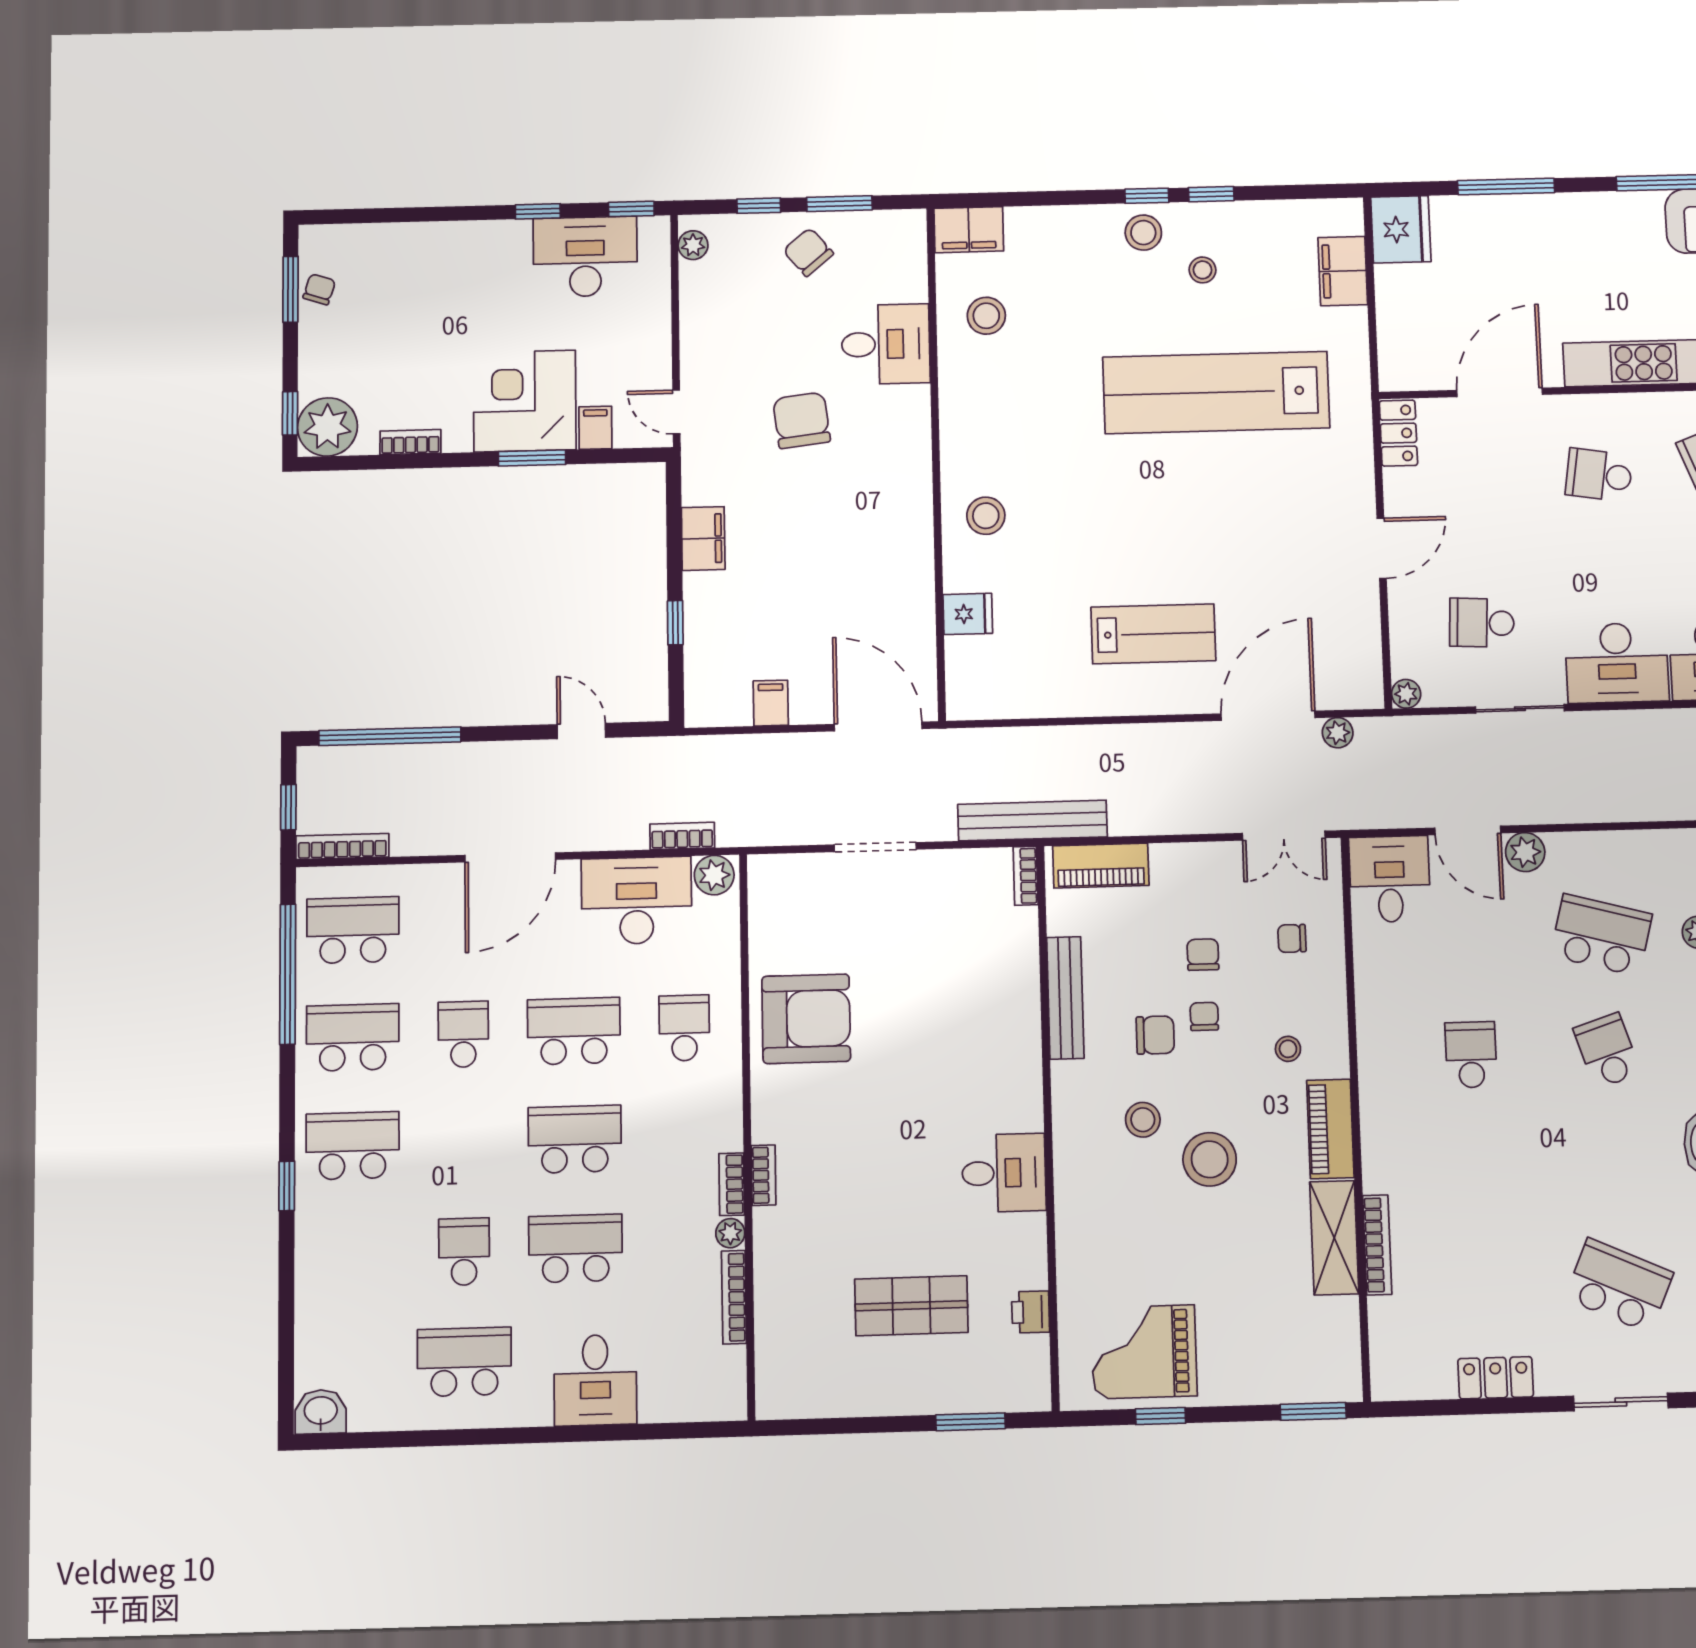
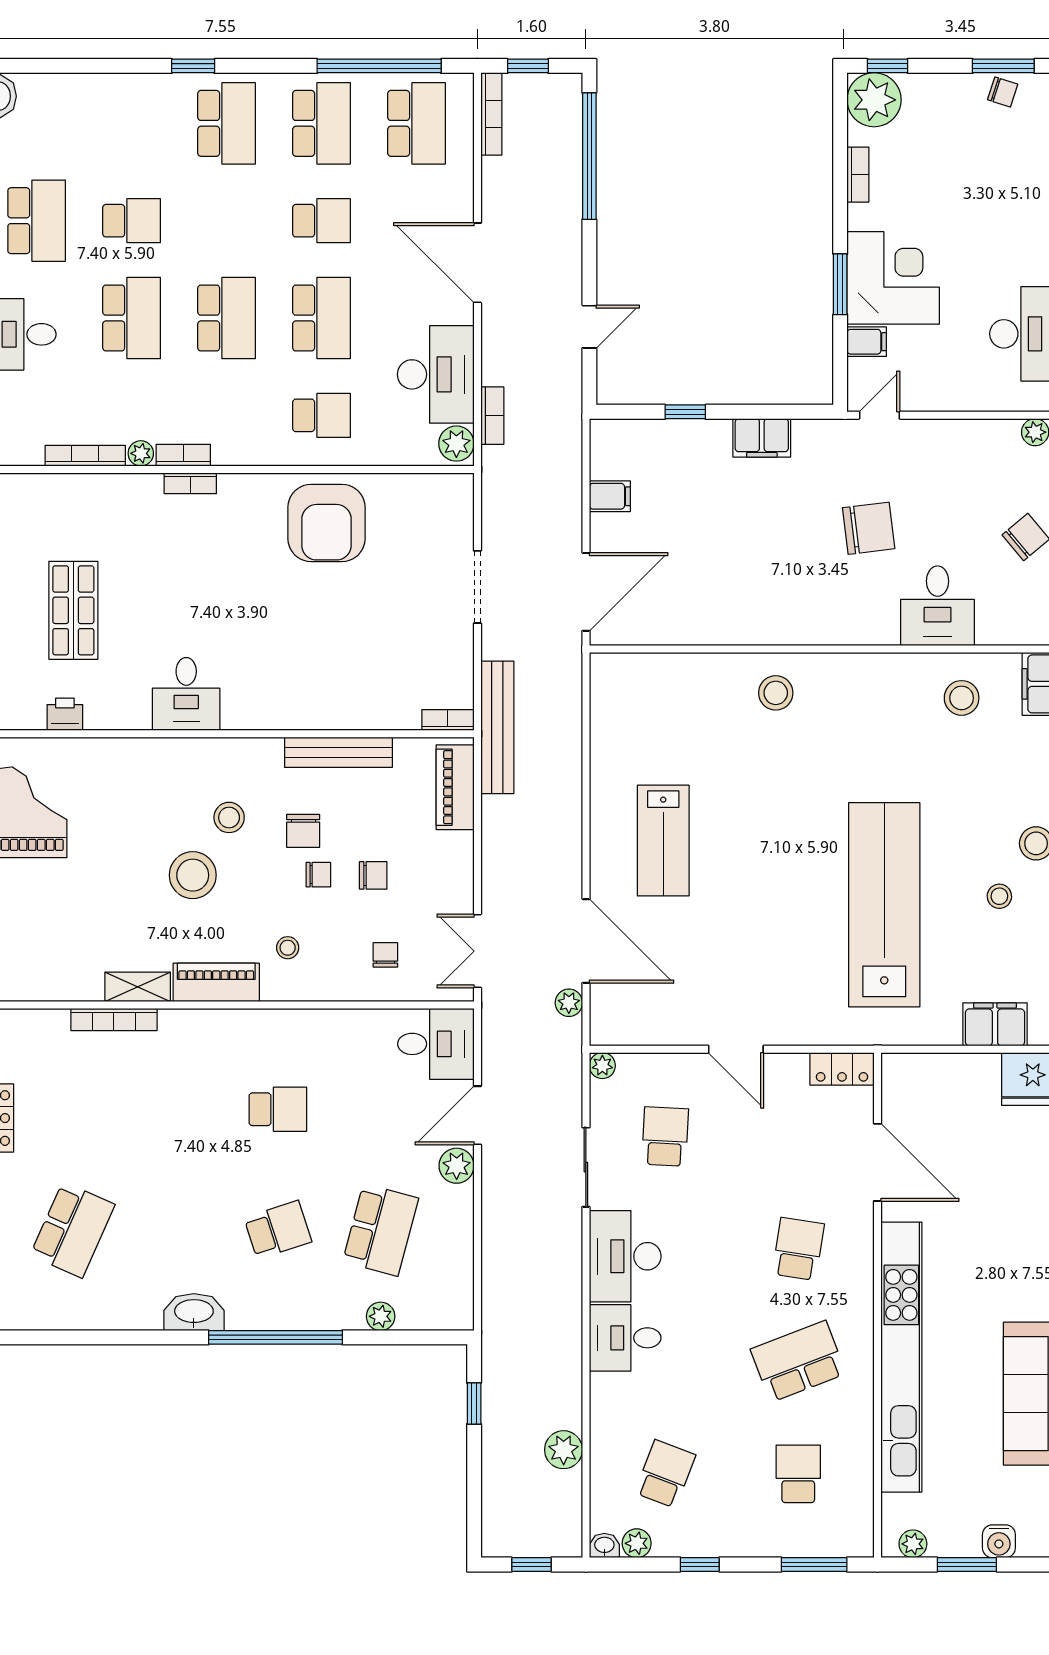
fridge: (968, 614) -> (686, 674), removed
shelving: (1334, 1238) -> (138, 987), width x0.67, depth x0.75

